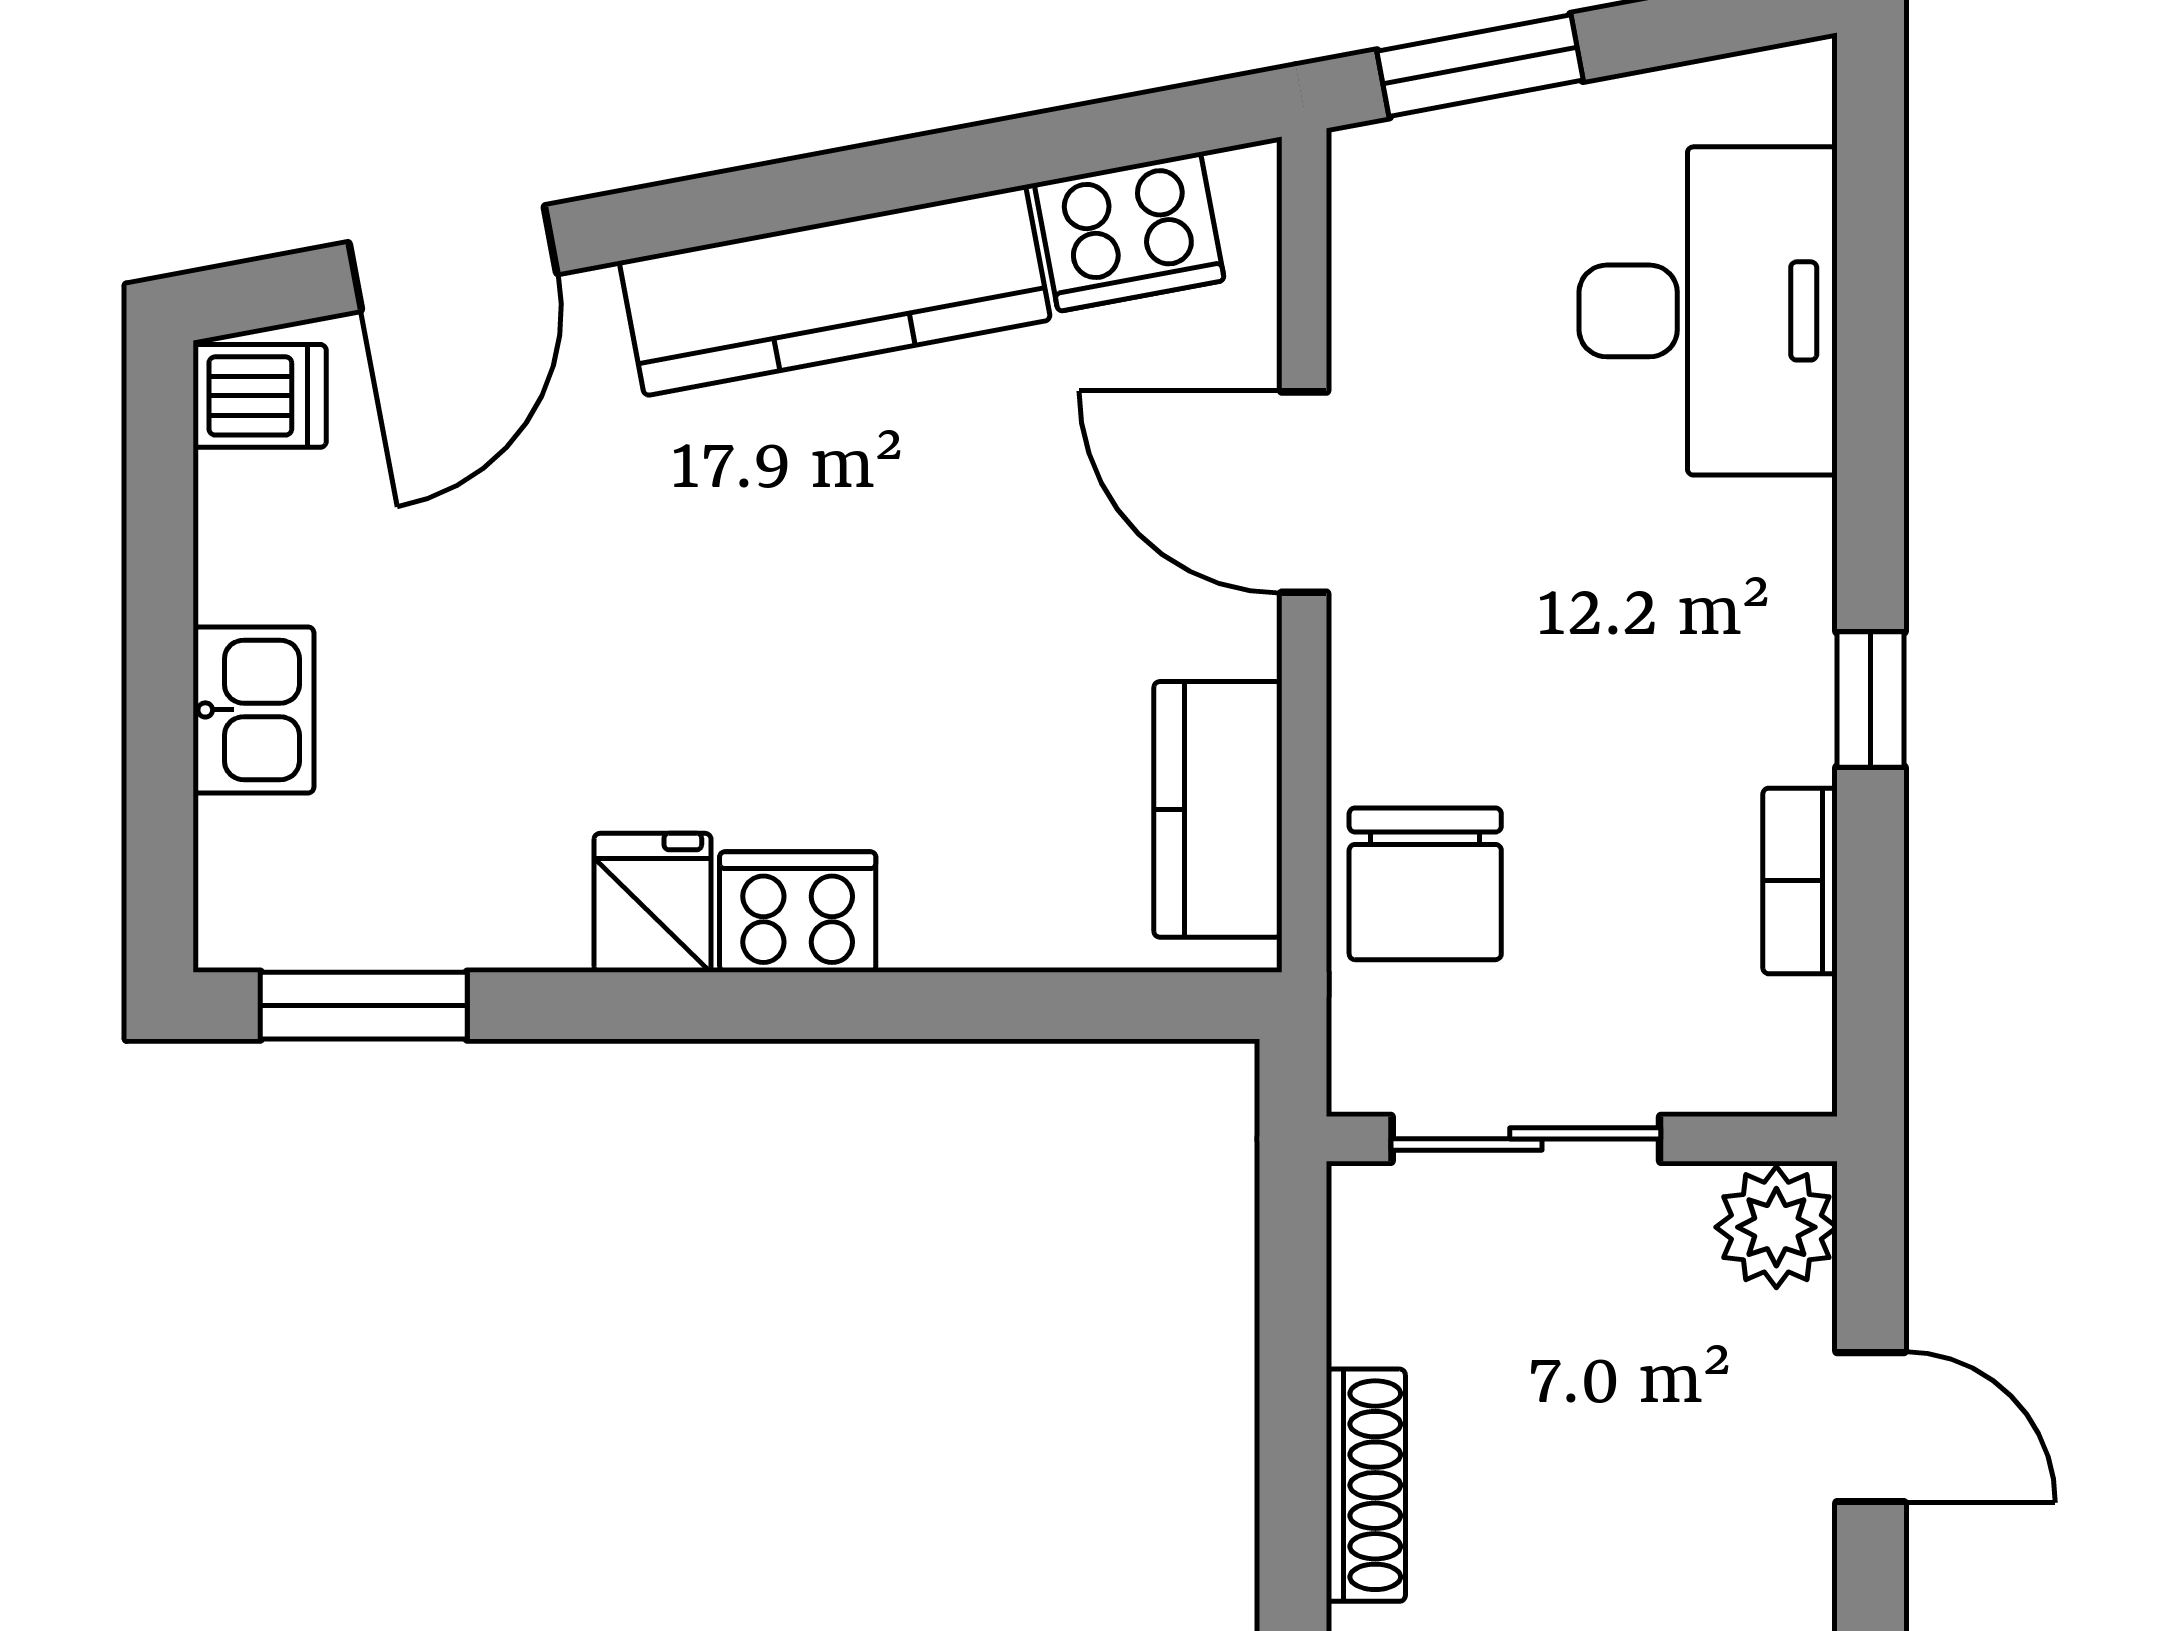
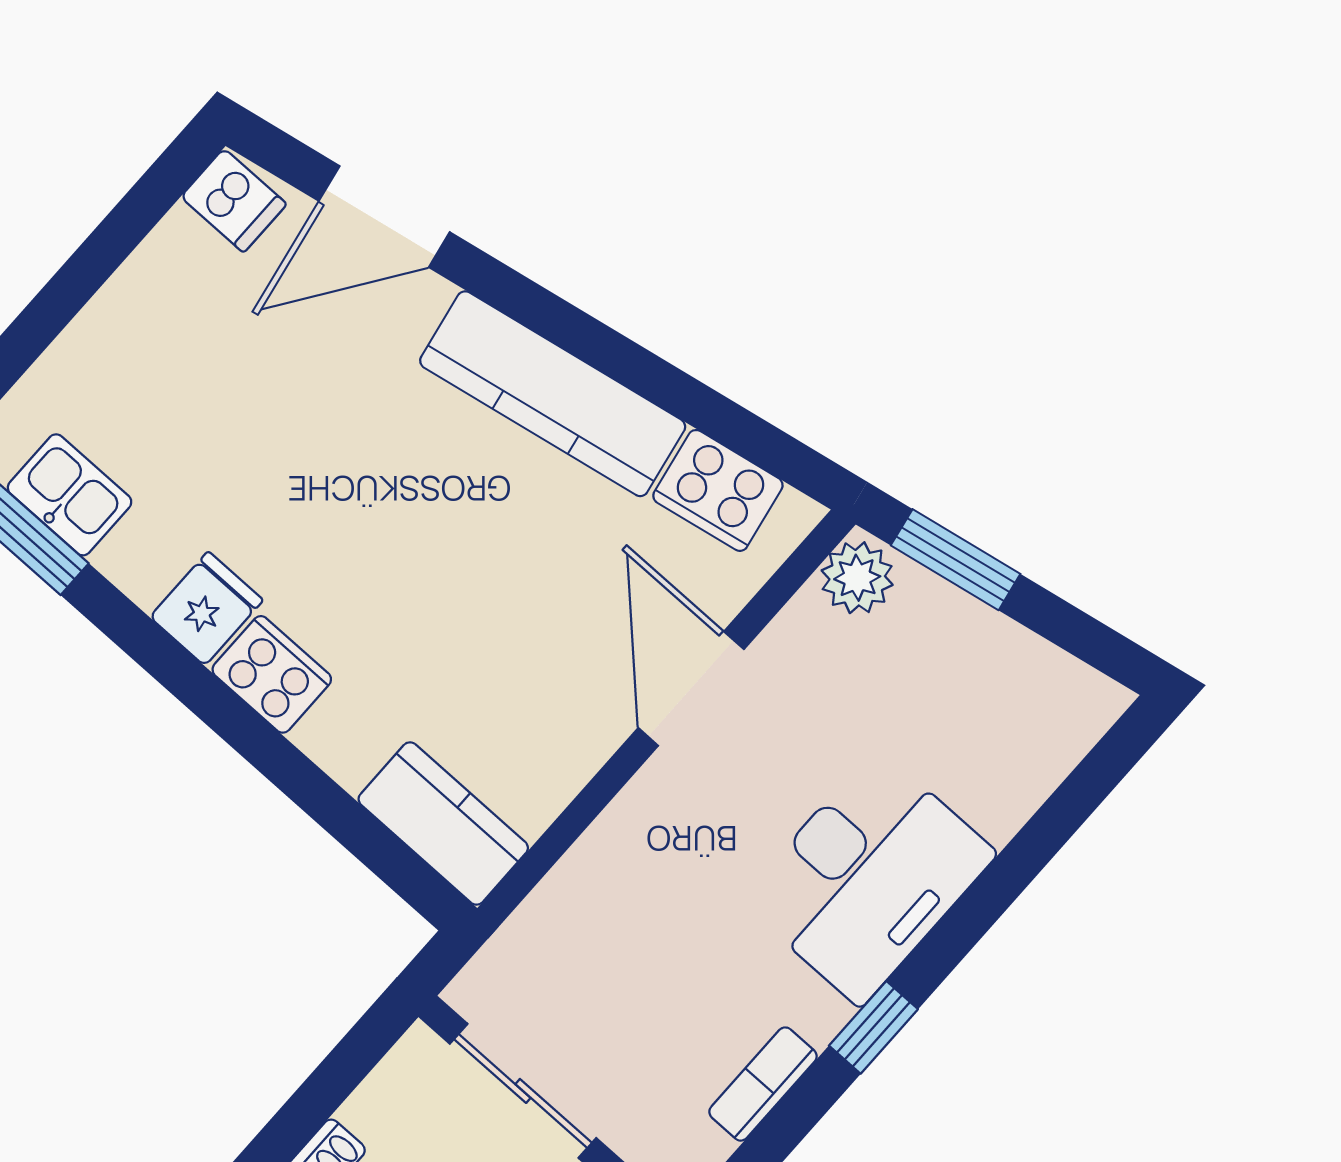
plant: (1383, 189) -> (857, 578), added
desk: (1708, 311) -> (868, 877), moved
kitchen sink: (253, 710) -> (70, 495), moved, turned -90
kitchen counter: (1218, 809) -> (443, 823), moved, turned 90
chair: (1425, 884) -> (583, 927), removed

